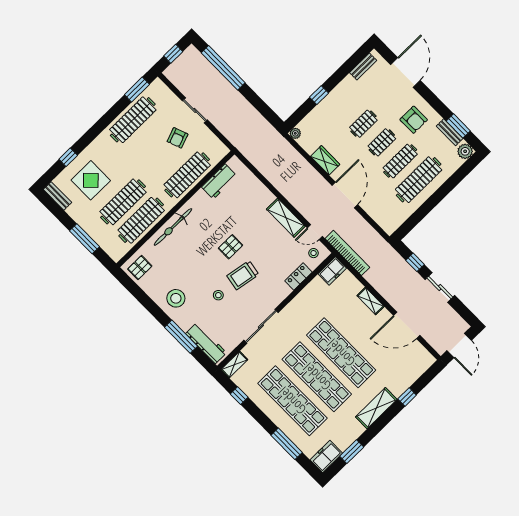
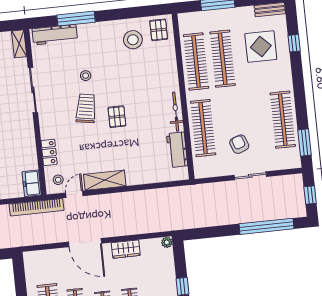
bicycle: (173, 227) -> (176, 112), moved, width x0.73, depth x0.71
stool: (176, 298) -> (133, 40), moved

